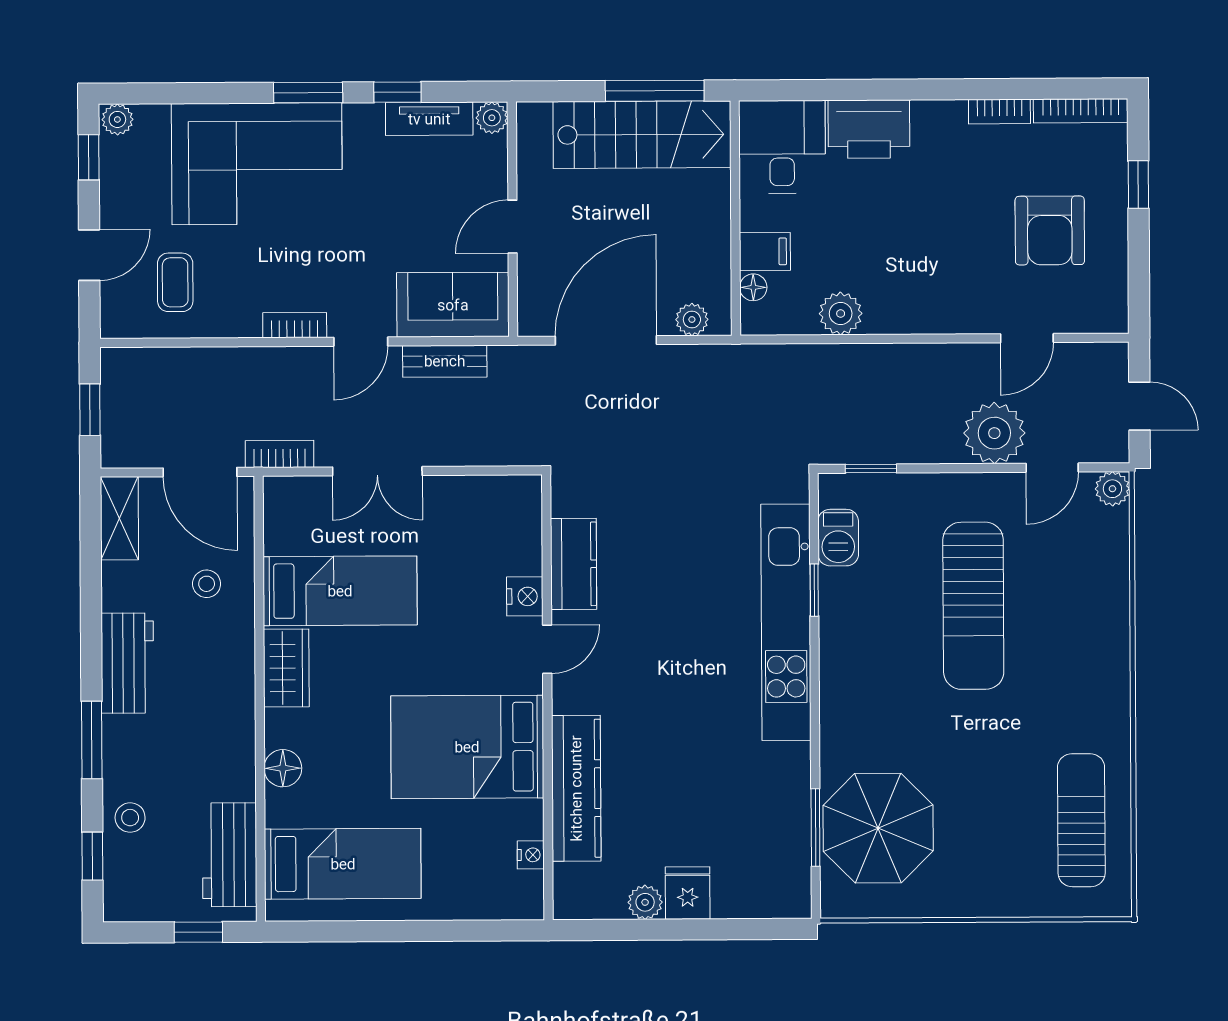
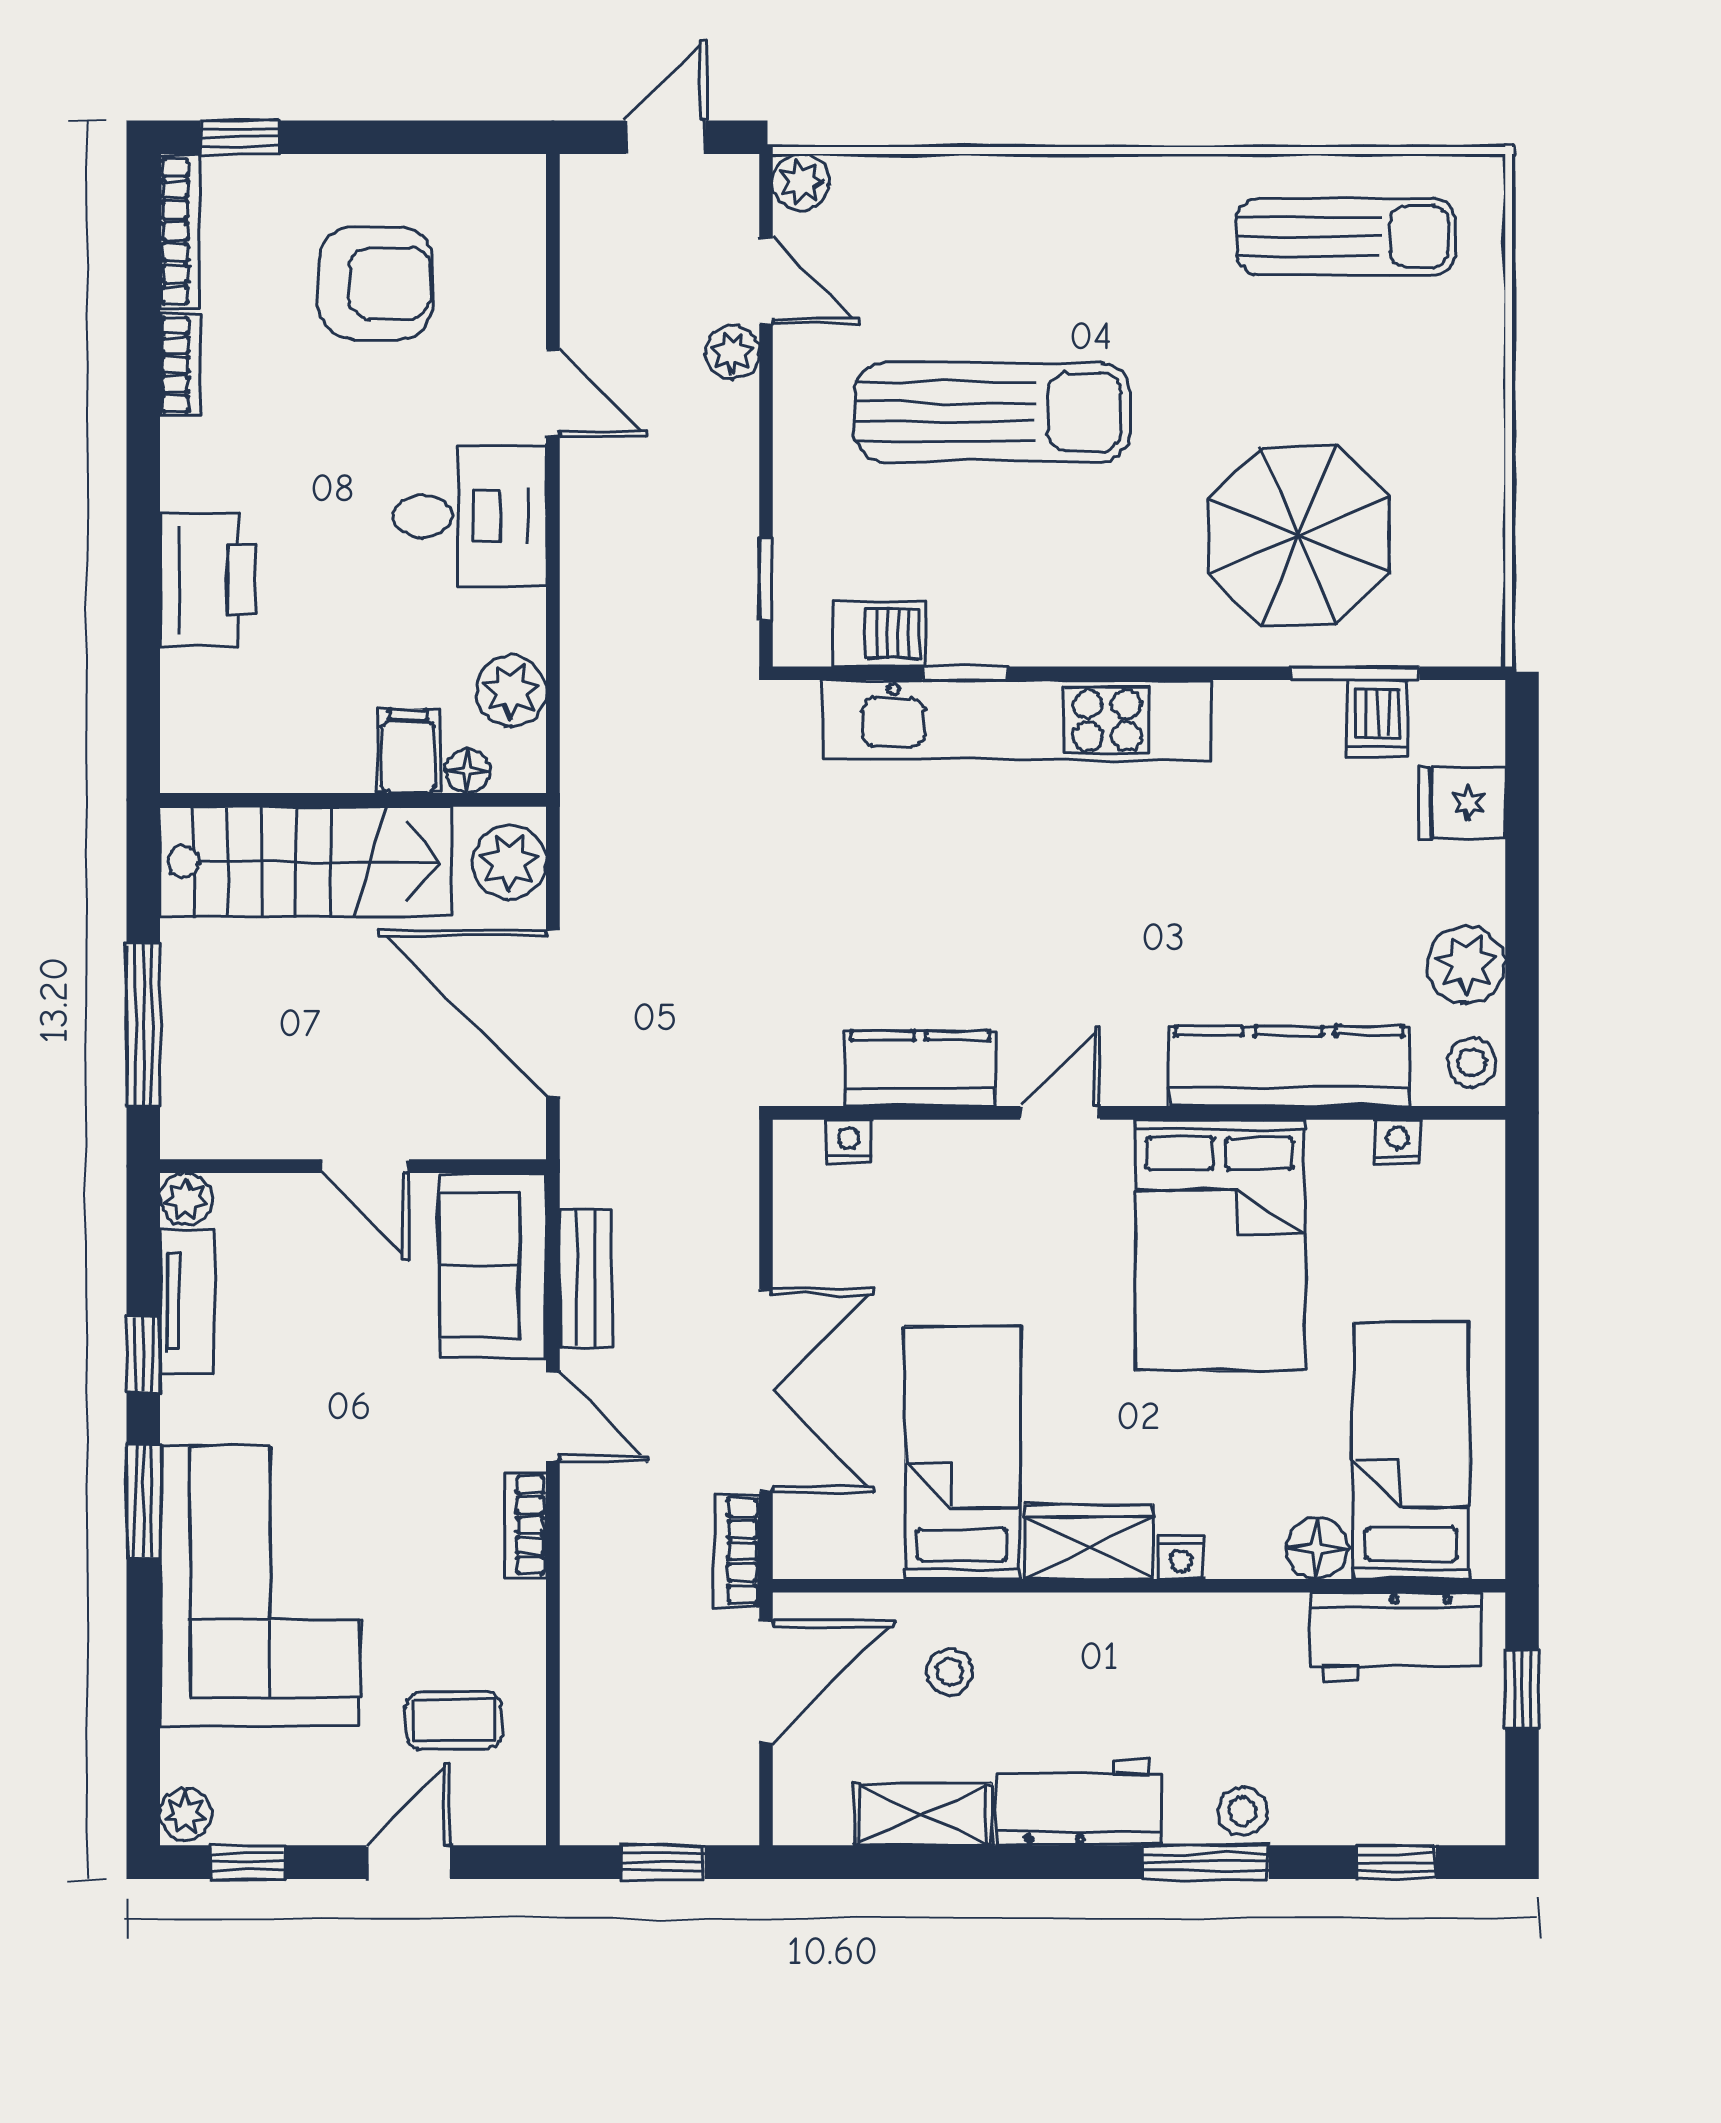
window: (655, 91) -> (143, 1025), moved
stairs: (642, 135) -> (306, 862), moved, turned 90
desk: (782, 147) -> (470, 516), moved, turned 180
window: (1138, 185) -> (240, 137), moved
door: (89, 255) -> (408, 1862), hinge flipped
plant: (841, 314) -> (511, 691), moved
plant: (692, 320) -> (509, 862), width x1.38, depth x1.38
door: (1027, 338) -> (553, 393), moved
plant: (994, 433) -> (732, 352), width x0.53, depth x0.53
double door: (377, 471) -> (766, 1390), width x1.37
shelving: (119, 518) -> (923, 1815), moved
nightstand: (525, 596) -> (849, 1141), moved, width x0.72, depth x0.74
door: (547, 649) -> (1060, 1113), hinge flipped
nightstand: (277, 724) -> (1181, 1558), added
floor lamp: (283, 768) -> (1317, 1548), moved
stool: (130, 818) -> (1243, 1811), moved
sun lounger: (1081, 820) -> (1346, 236), turned 180
parasol: (878, 828) -> (1298, 535), moved
dishwasher: (788, 841) -> (1377, 719), added
fridge: (688, 893) -> (1462, 803), moved
stool: (579, 900) -> (1472, 1062), added
plant: (645, 902) -> (1466, 965), width x1.38, depth x1.38

